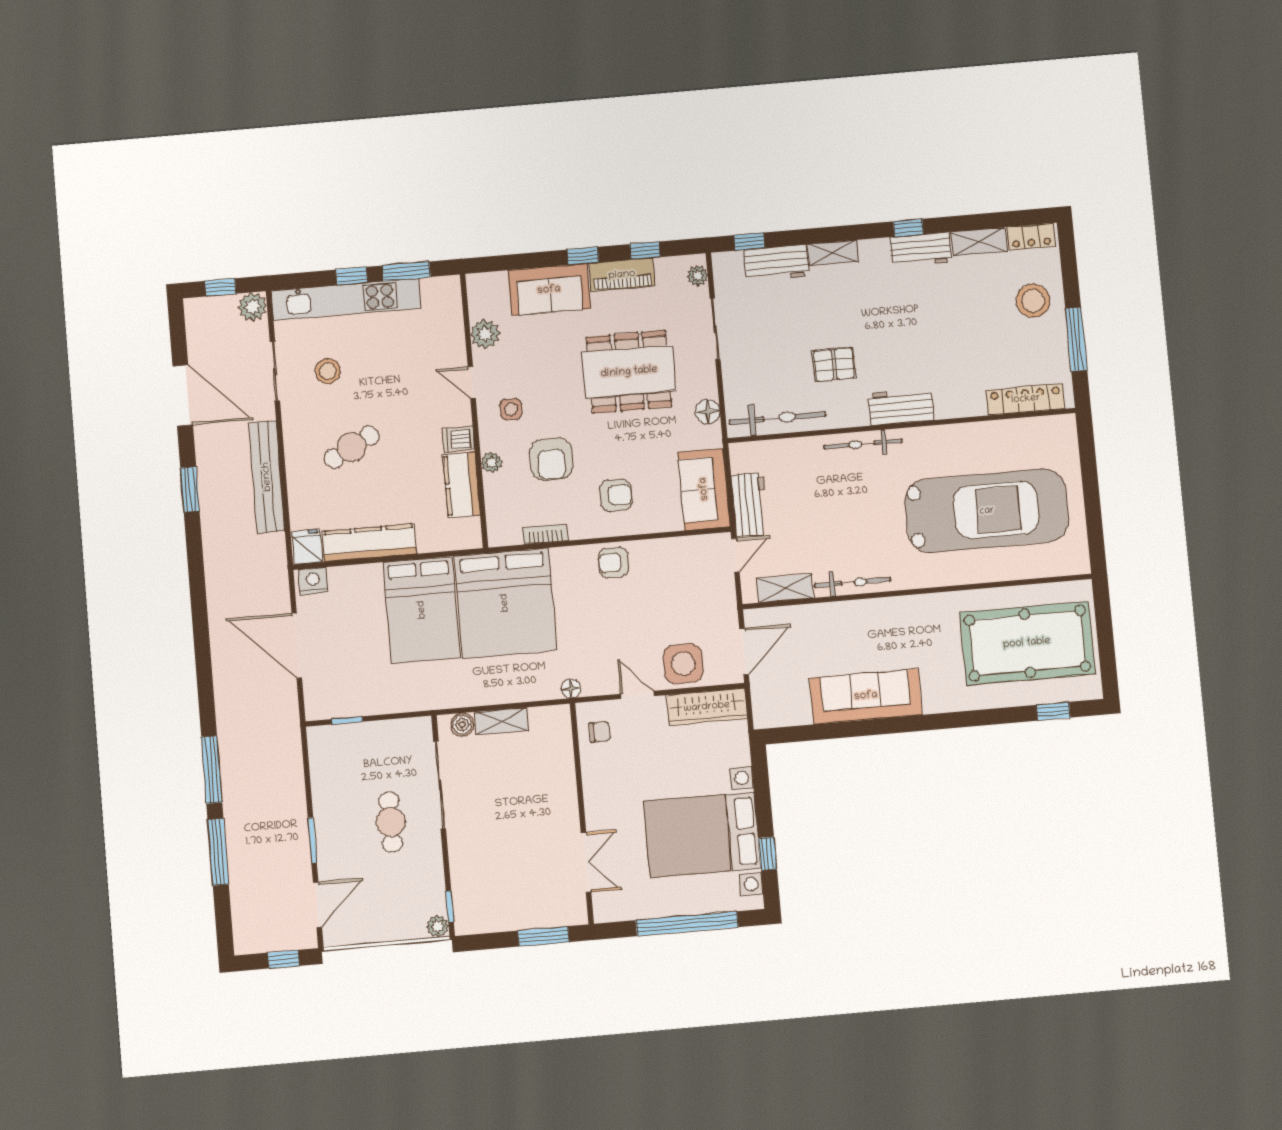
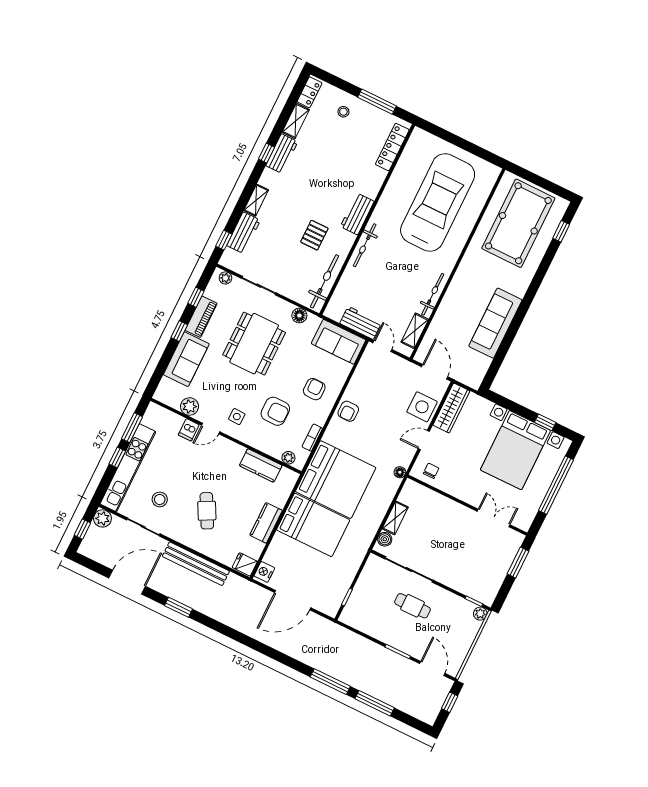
stool: (1033, 301) -> (343, 112), width x0.53, depth x0.53
dishwasher: (458, 439) -> (189, 430), moved
plant: (492, 463) -> (288, 458), moved
kitchen counter: (369, 543) -> (266, 523), width x0.67

